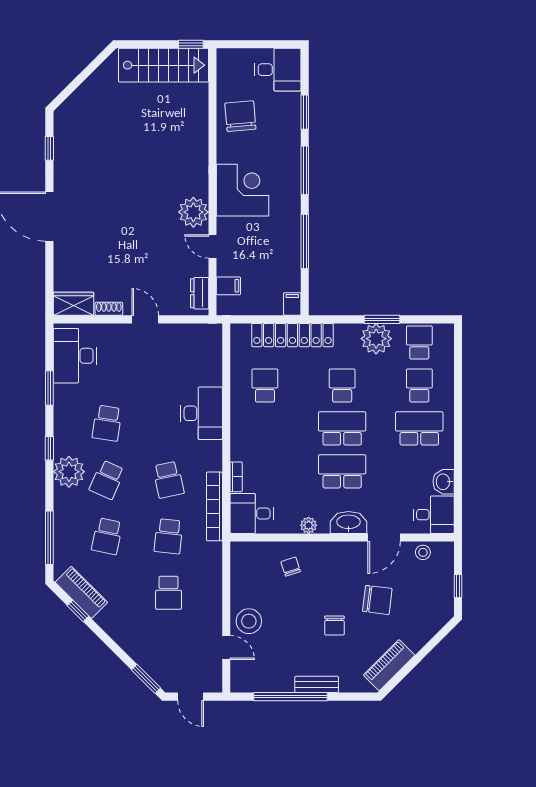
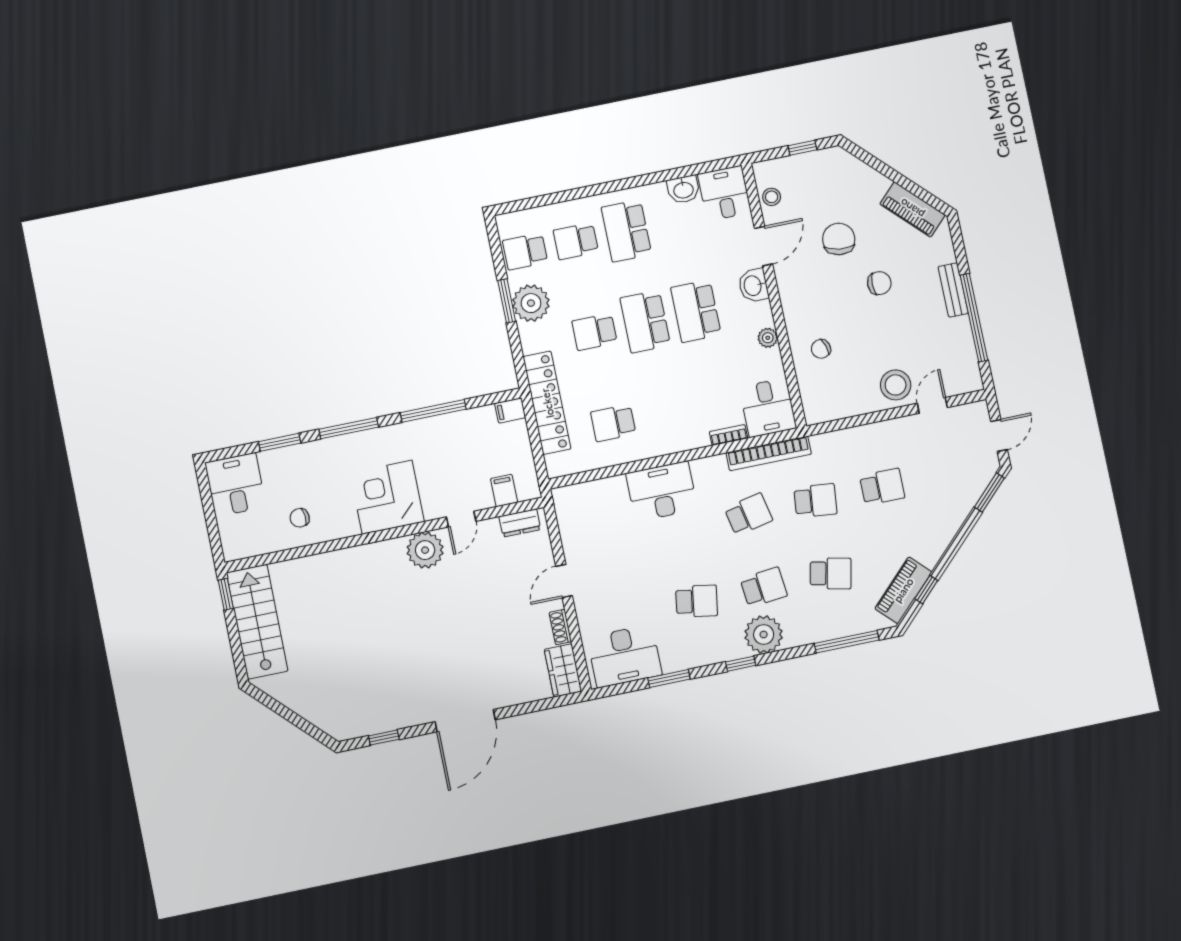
chair: (240, 116) -> (300, 518), width x0.54, depth x0.54
school desk: (107, 480) -> (764, 587), turned -30
washbasin: (348, 522) -> (753, 286), width x0.72
door: (384, 537) -> (764, 246), hinge flipped

